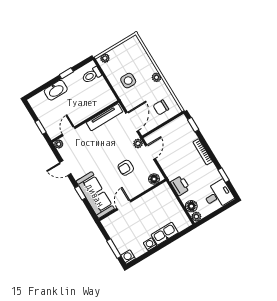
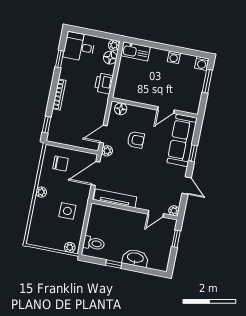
kitchen sink: (165, 234) -> (135, 51), moved

